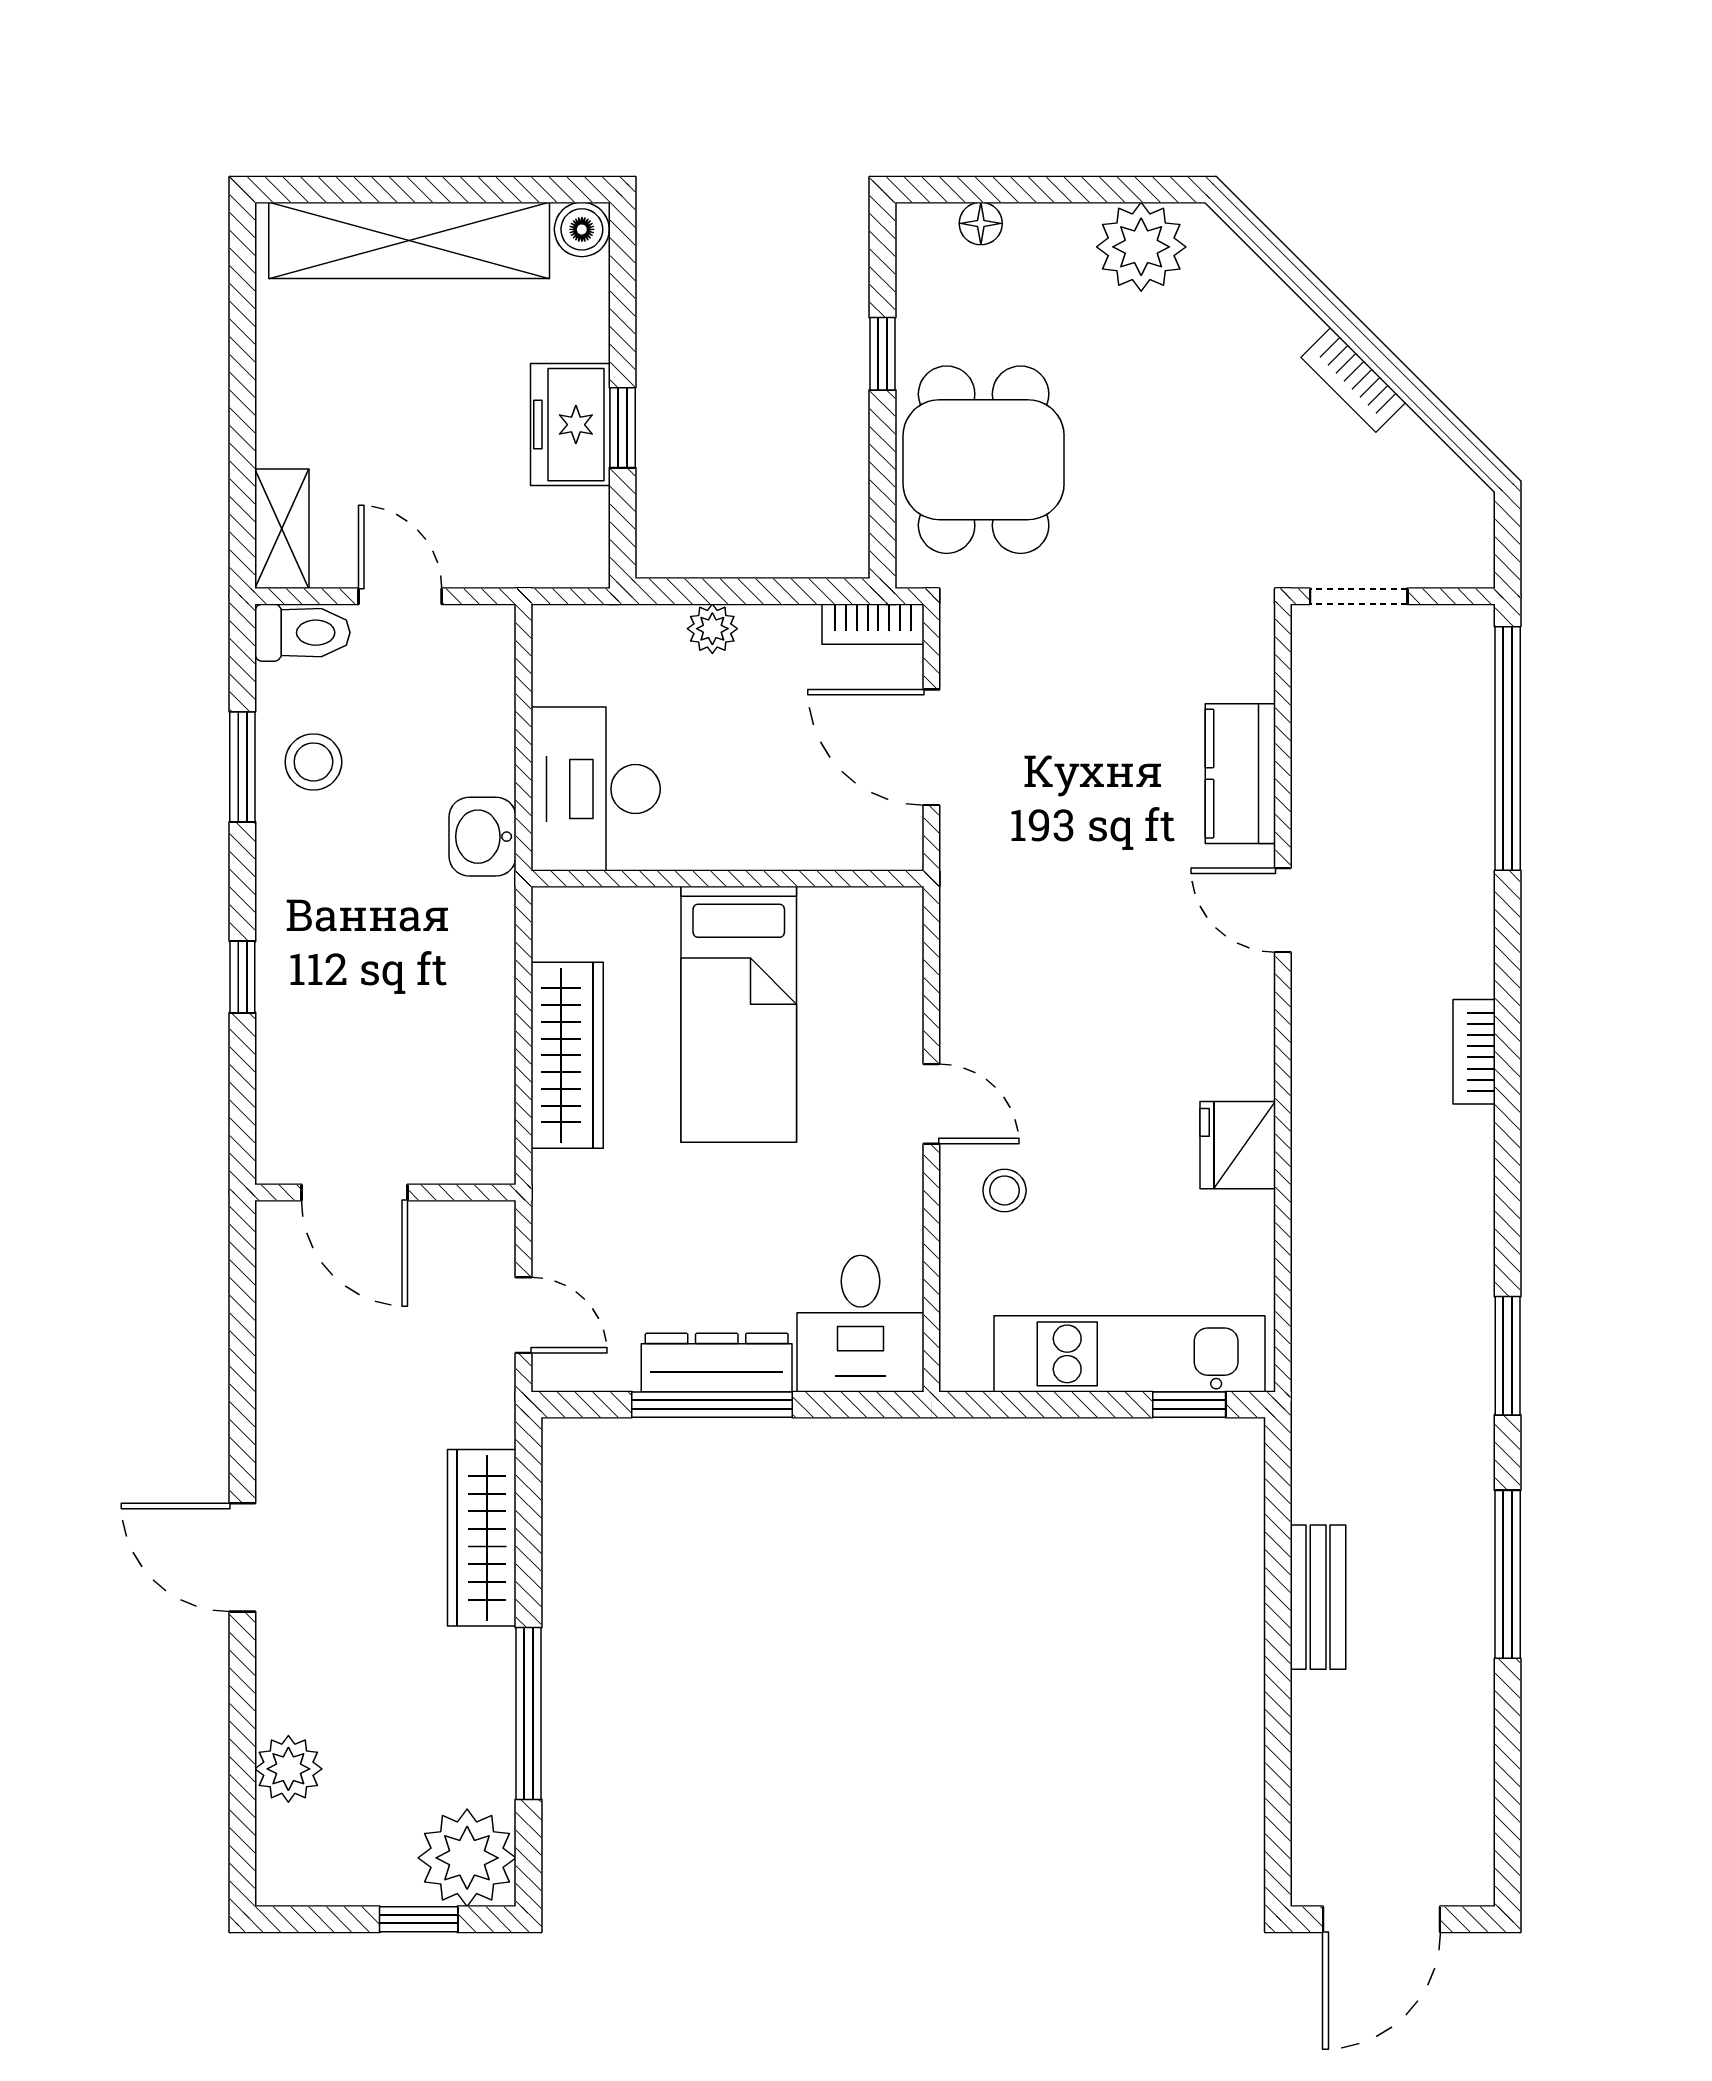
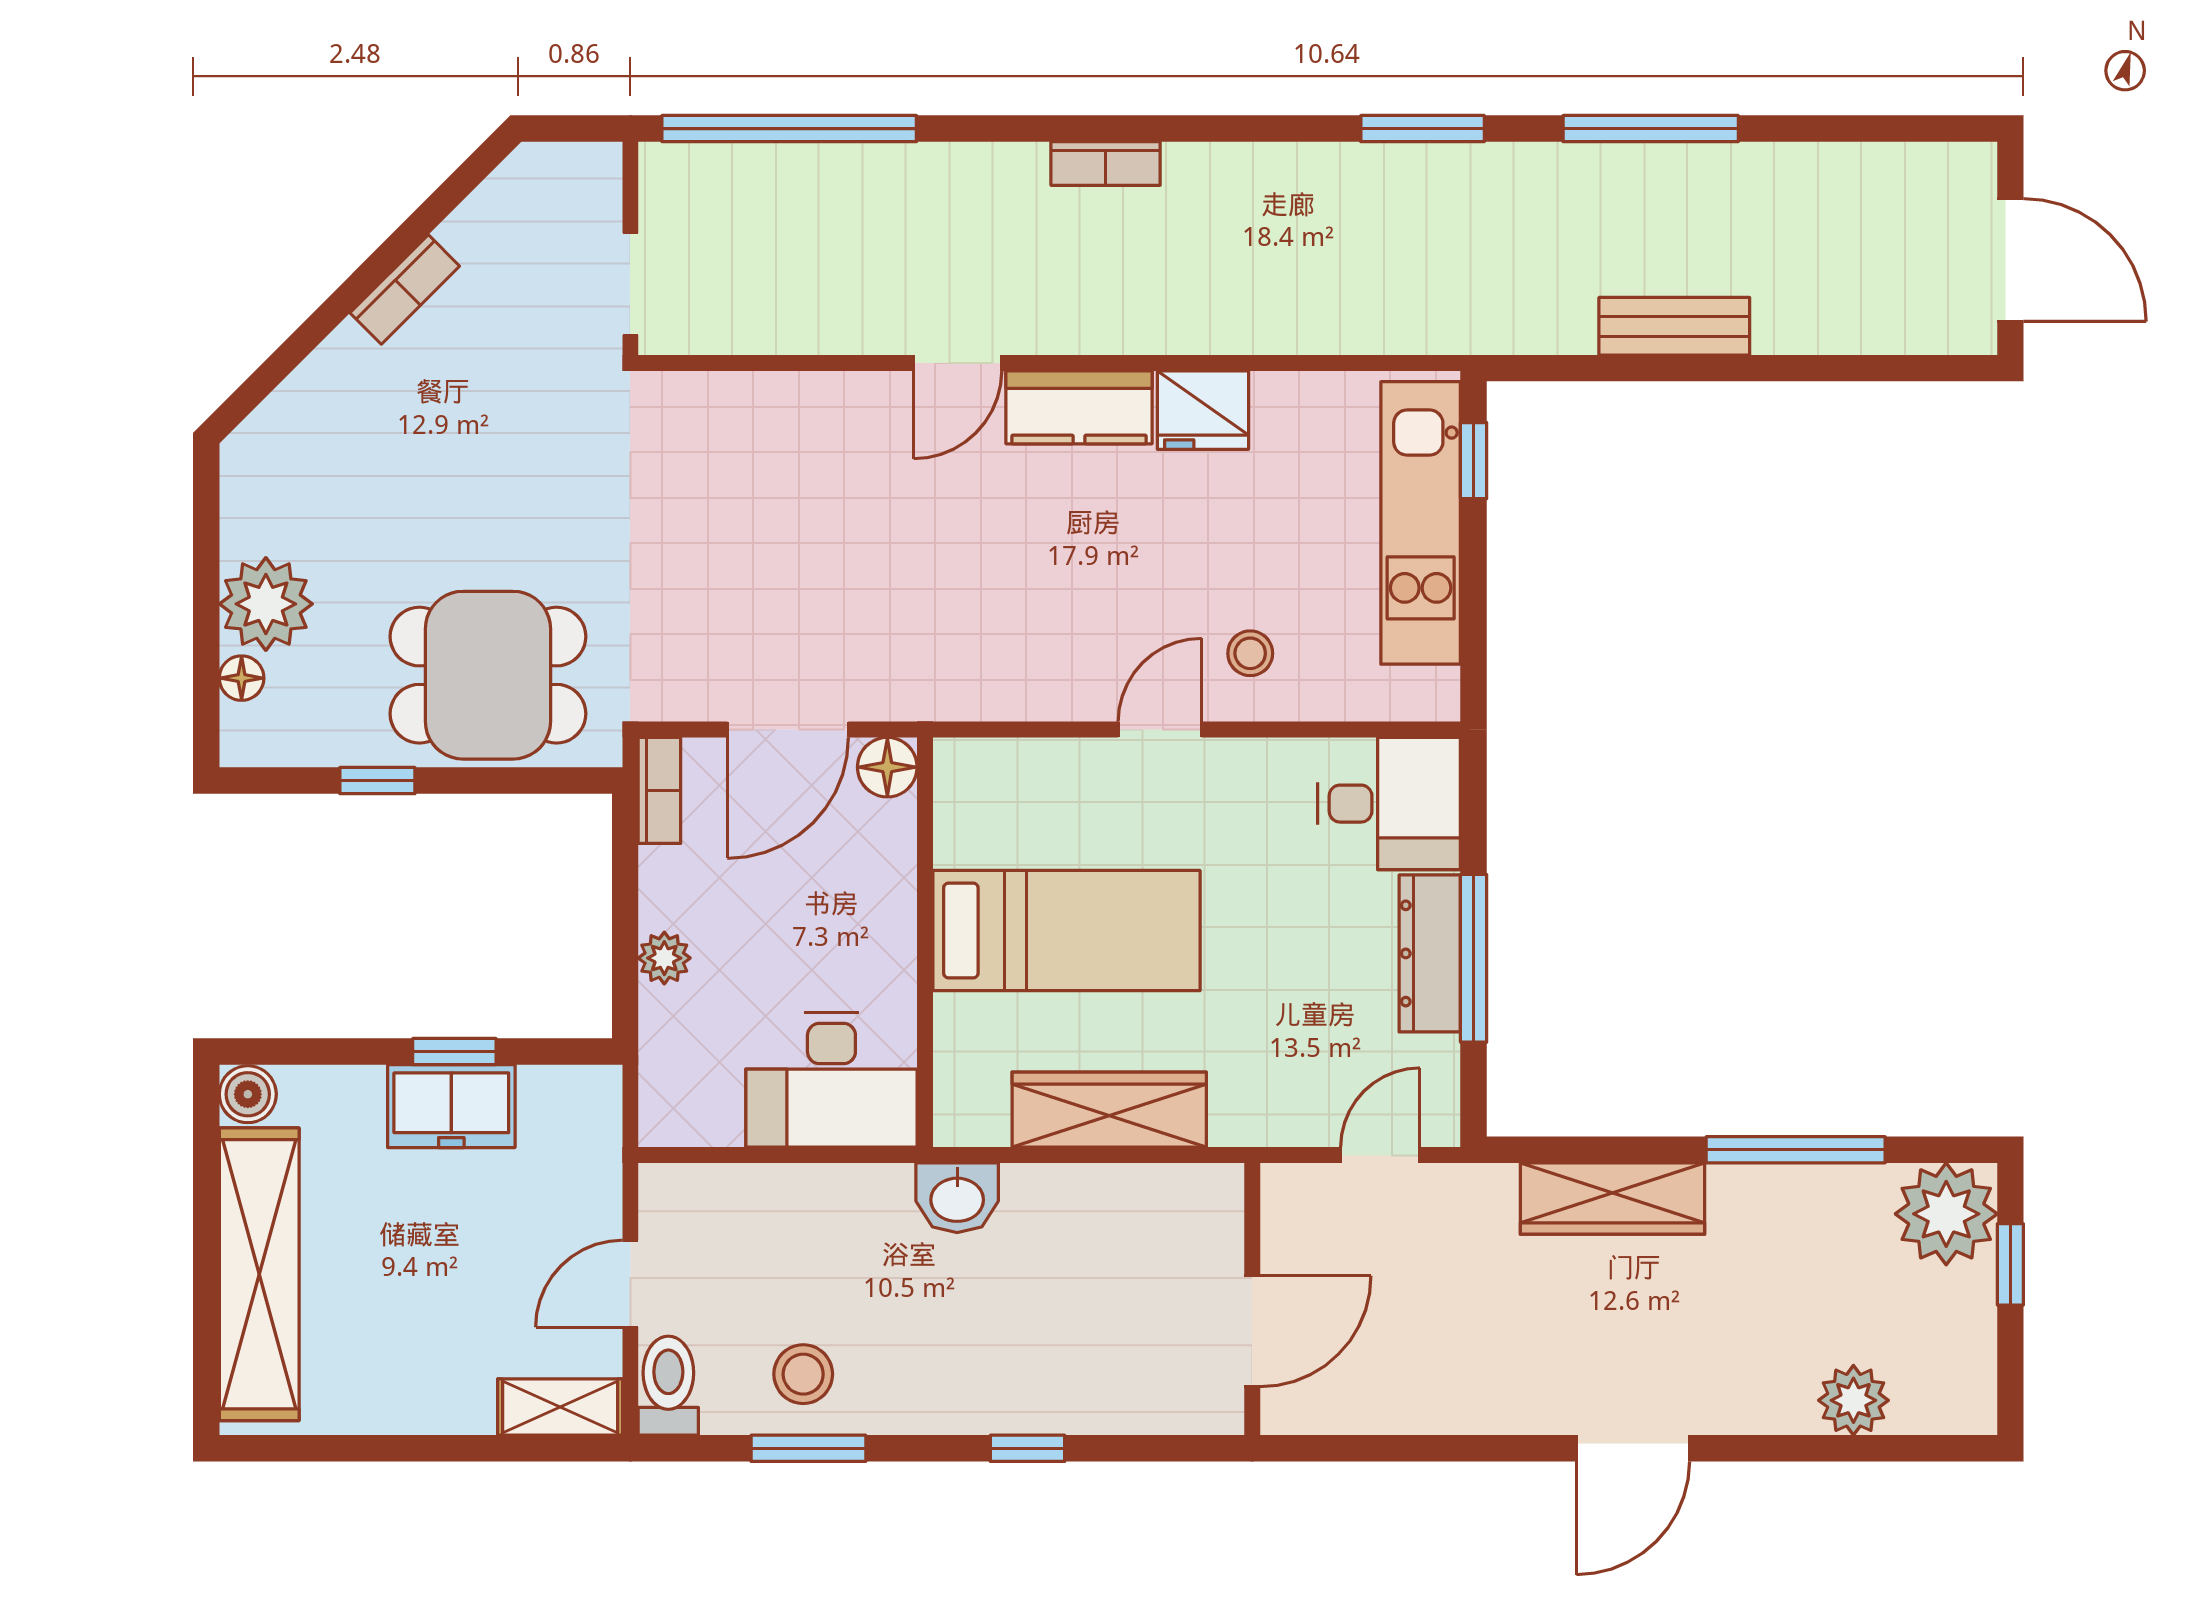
plant: (1141, 247) -> (266, 604), moved
kitchen counter: (1240, 774) -> (1079, 407), moved
washbasin: (483, 837) -> (957, 1198), moved
floor lamp: (895, 843) -> (887, 767), added

